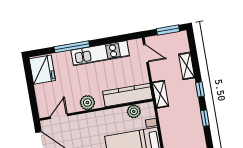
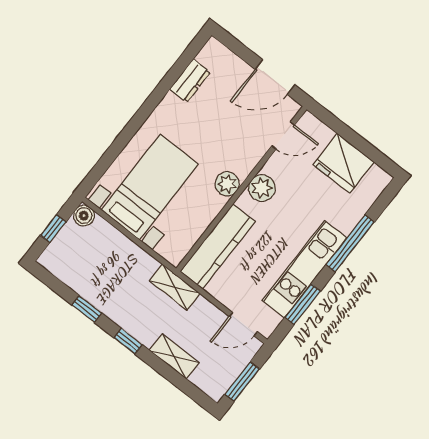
window: (114, 39) -> (303, 304), added
fridge: (42, 70) -> (344, 163), moved
plant: (134, 111) -> (227, 184), moved
door: (59, 116) -> (283, 136), hinge flipped

